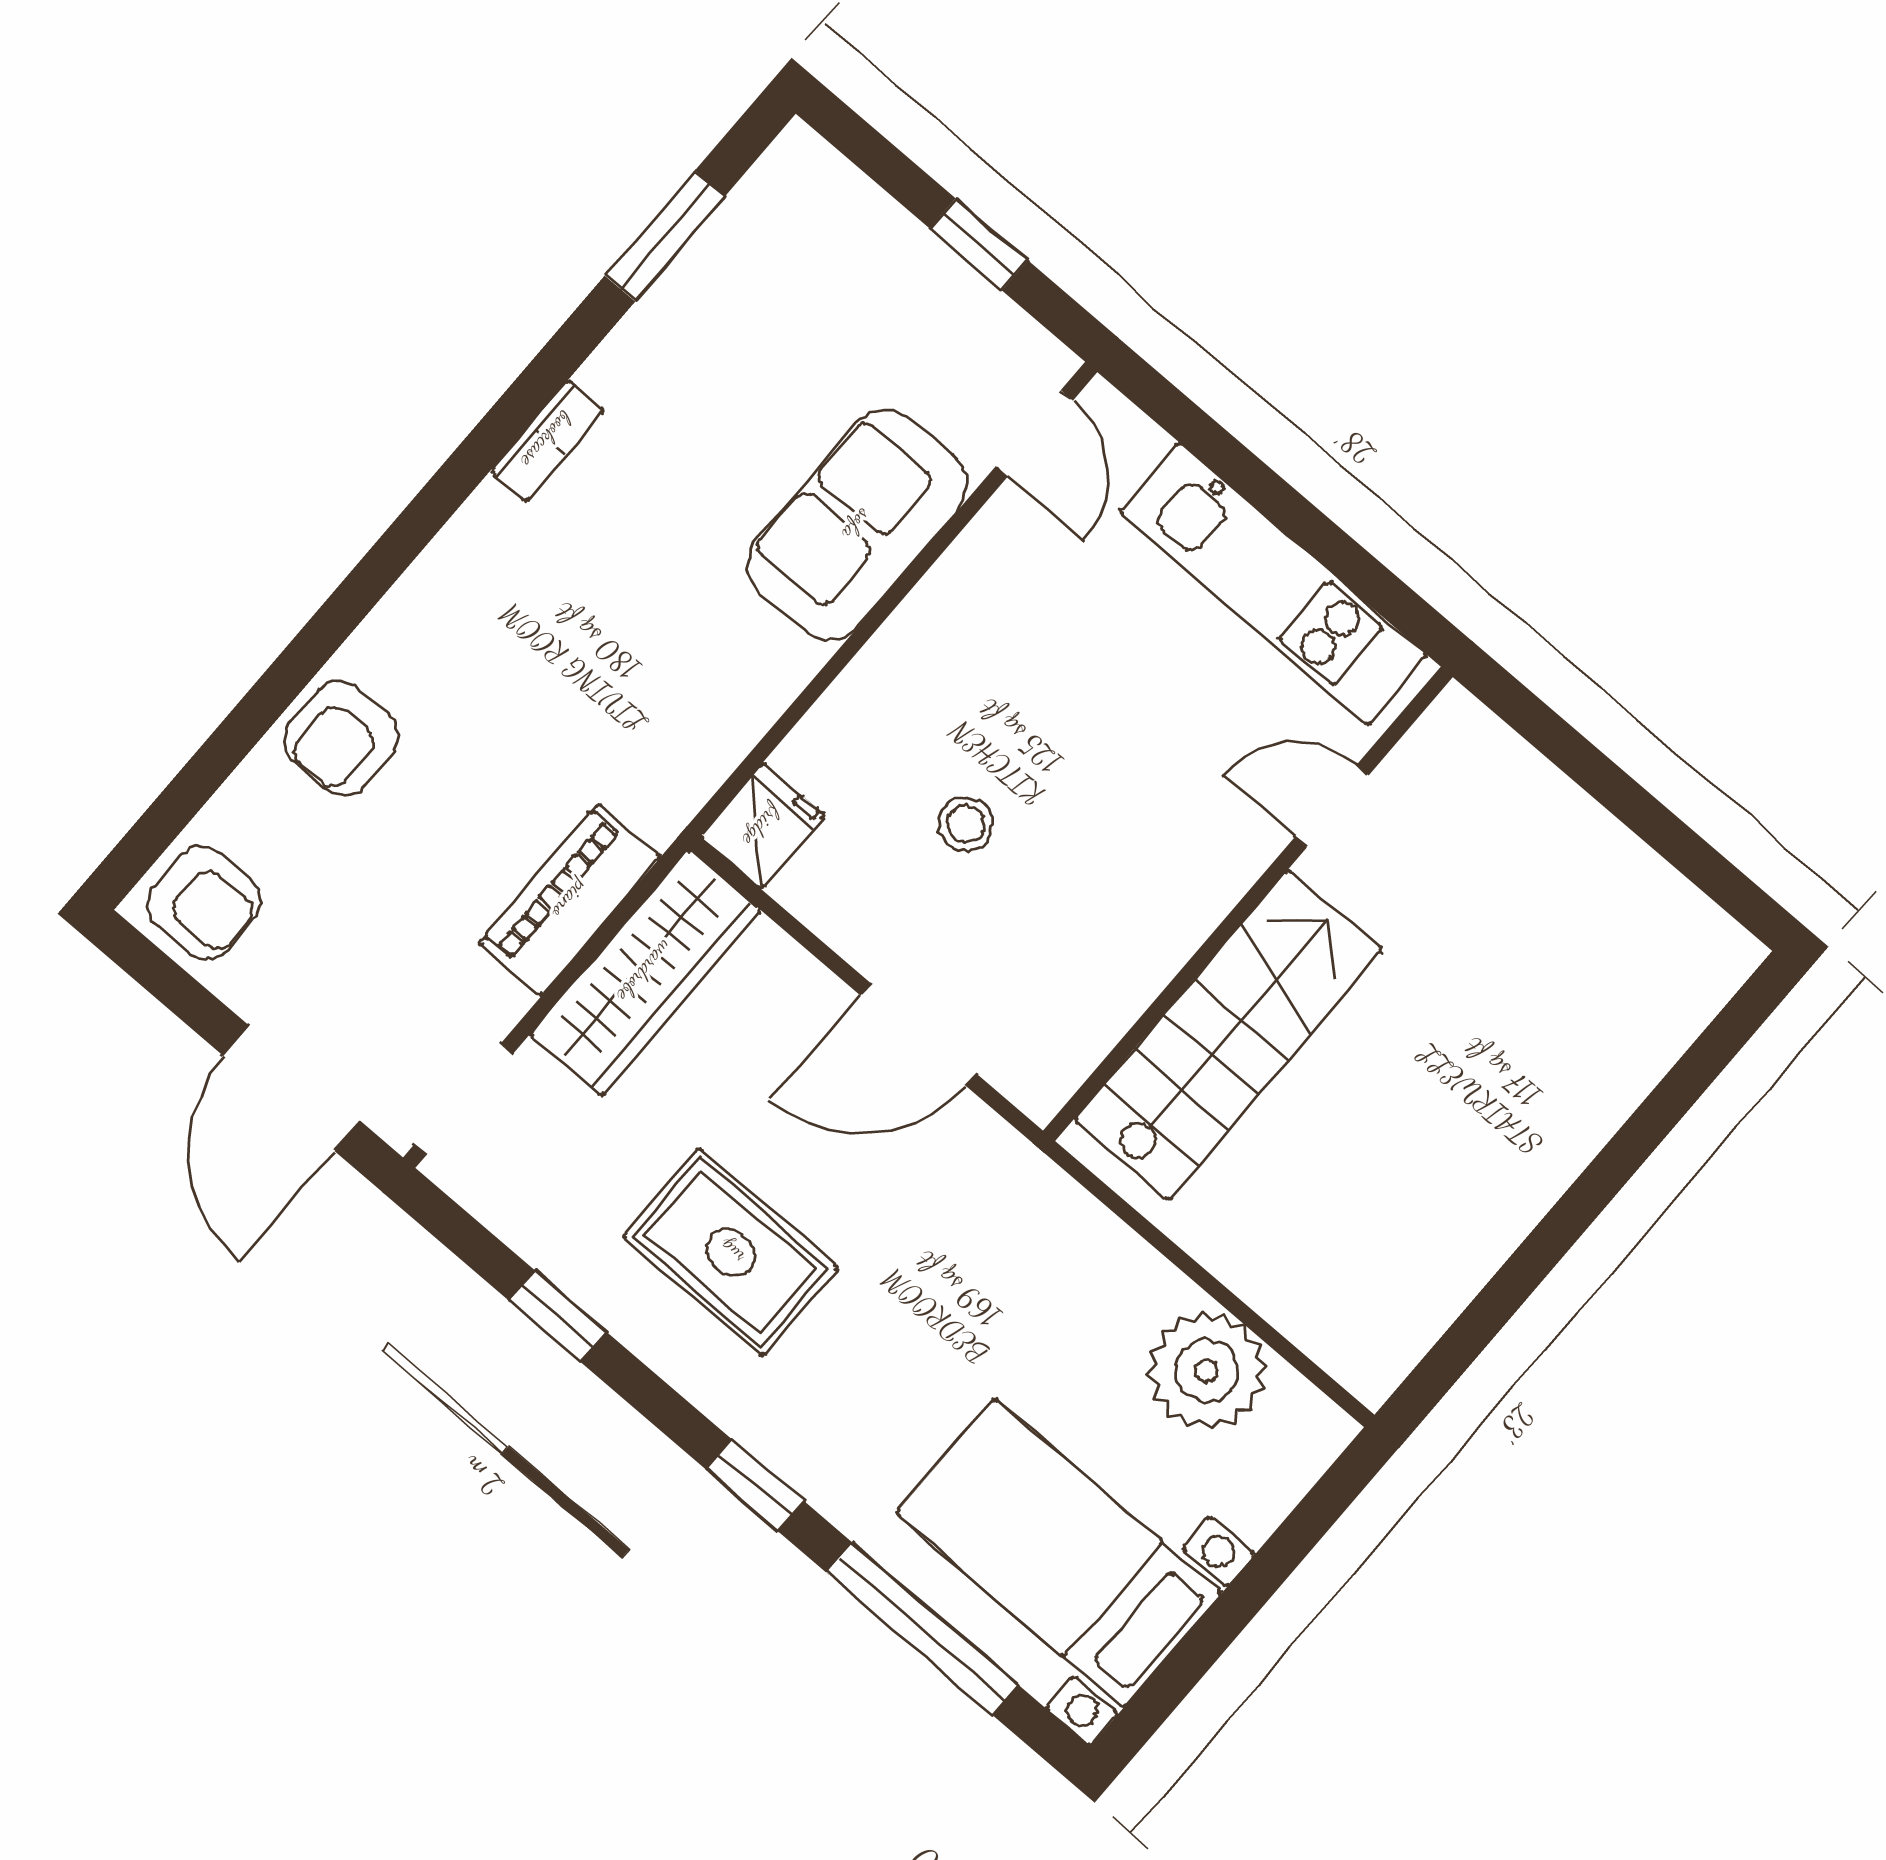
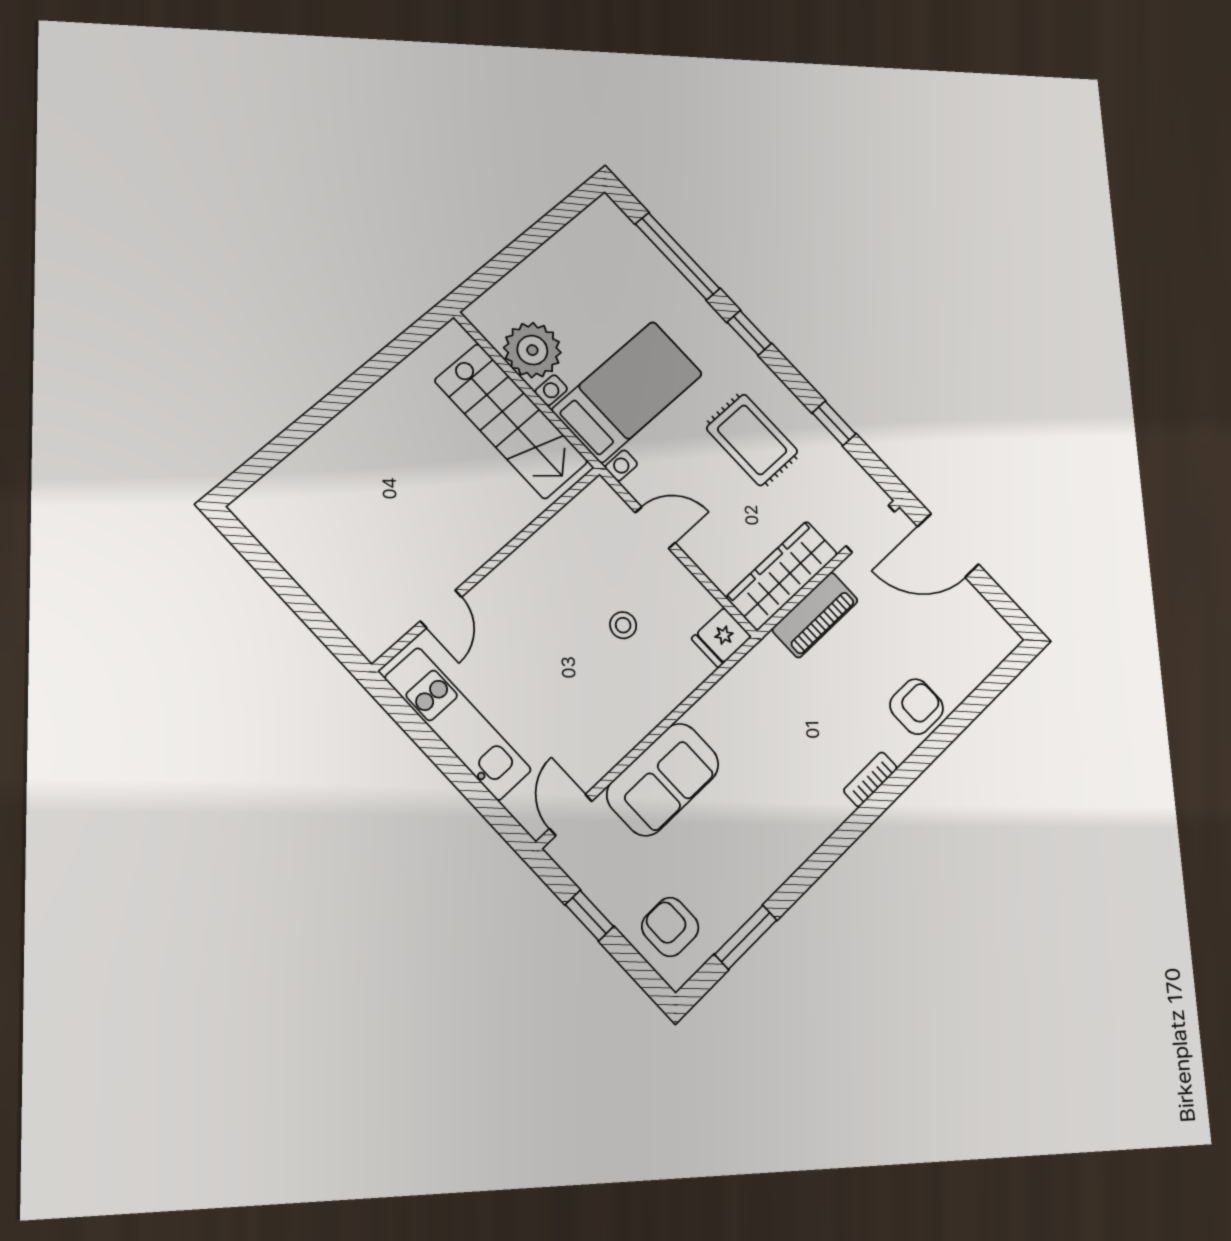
bookcase: (547, 440) -> (870, 779), moved
door: (1332, 806) -> (441, 609), hinge flipped
armchair: (204, 903) -> (670, 927), moved
door: (918, 1034) -> (655, 528), width x0.73
stairs: (1228, 1035) -> (511, 421), moved, turned -90
door: (292, 1088) -> (948, 545), swing flipped
bed with nightstands: (1059, 1553) -> (627, 392), moved, turned -90

